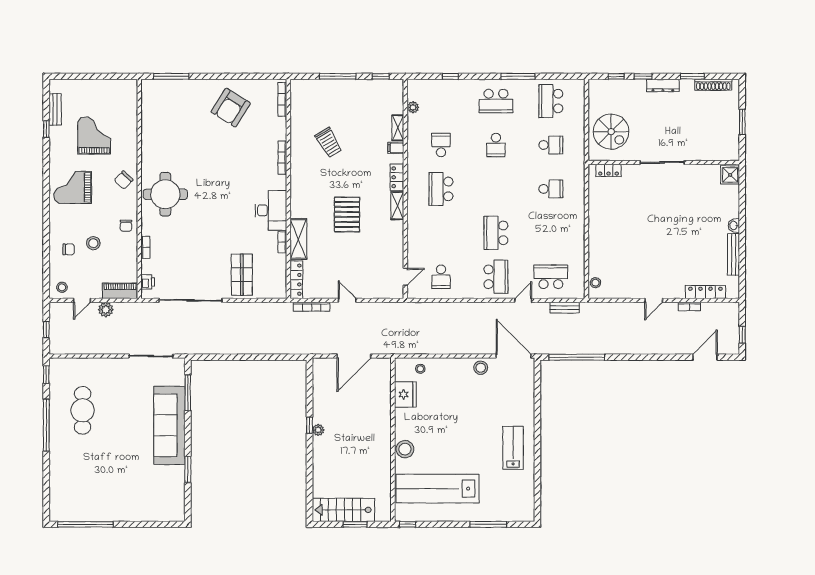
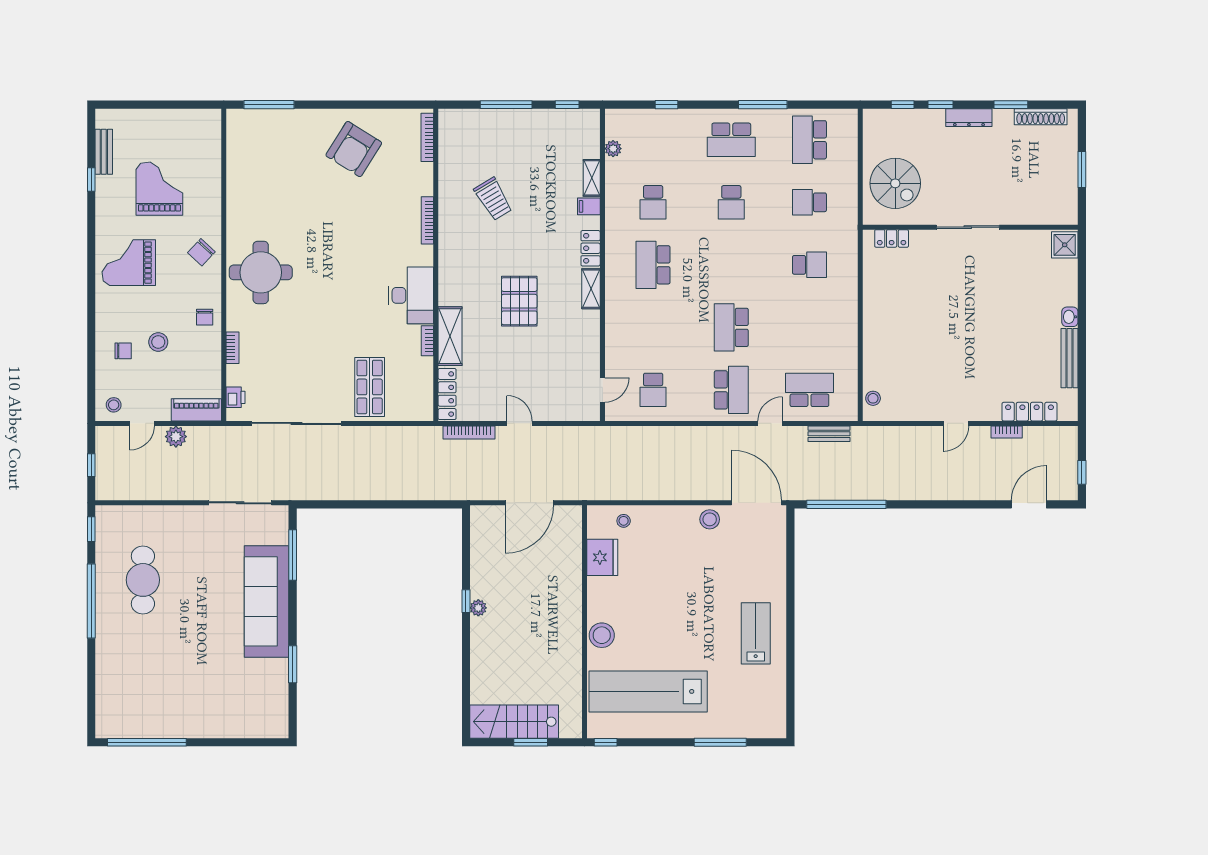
school desk: (441, 145) -> (653, 202), turned 180
school desk: (551, 145) -> (809, 202), turned 180

